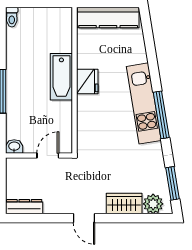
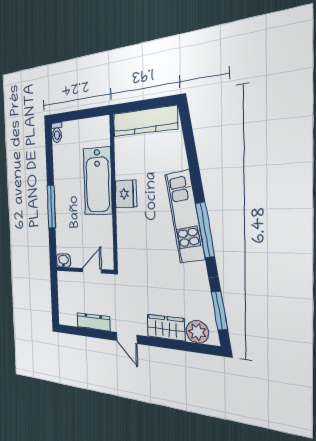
bathtub: (61, 77) -> (98, 181), width x1.36, depth x1.36
dresser: (24, 207) -> (93, 322), moved

